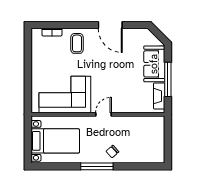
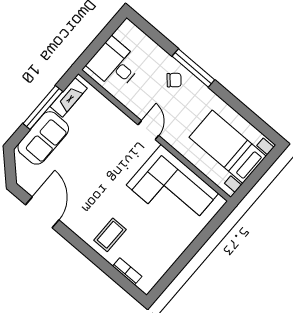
door: (110, 25) -> (42, 212), moved
door: (104, 114) -> (148, 130), swing flipped
desk: (150, 133) -> (115, 64), added
window: (97, 166) -> (193, 68), moved

